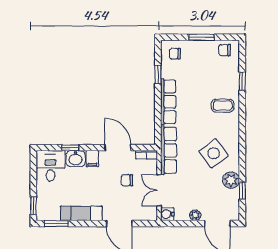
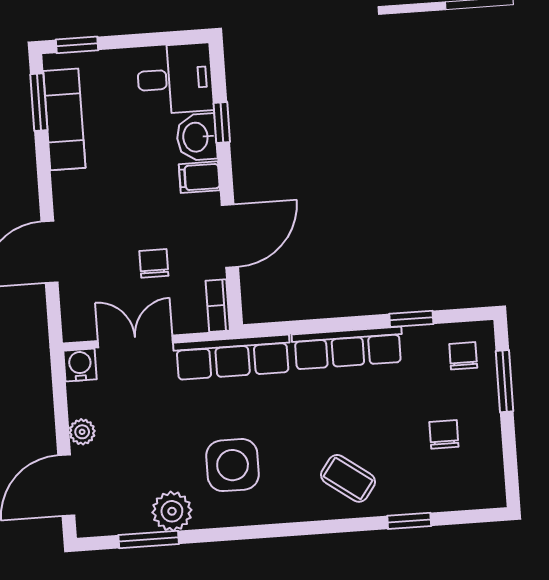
window: (201, 37) -> (504, 381), moved
chair: (225, 50) -> (444, 434), moved
coffee table: (223, 106) -> (348, 478), turned -54
side table: (214, 153) -> (233, 465), turned 37
window: (242, 191) -> (149, 540), width x1.50
exam couch: (81, 213) -> (64, 119), moved

